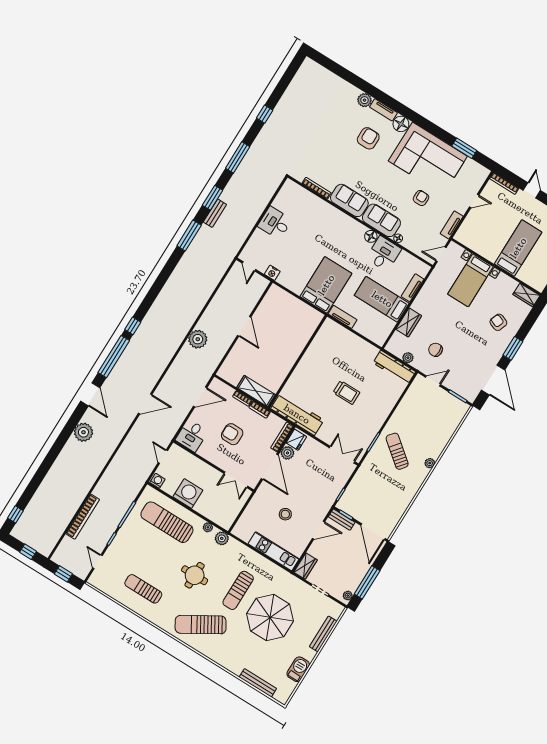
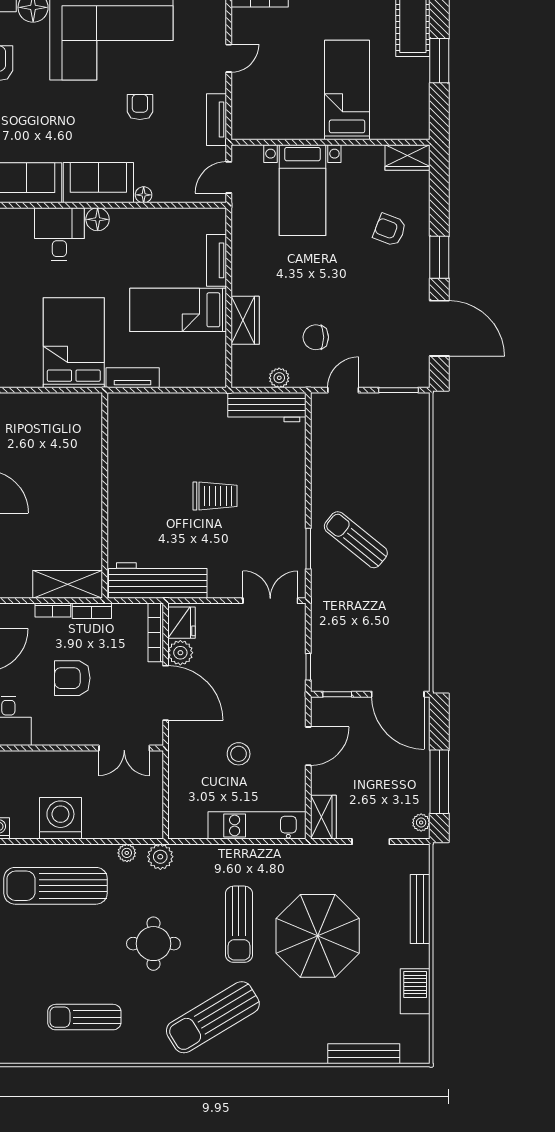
desk: (384, 254) -> (59, 234), moved
plant: (430, 463) -> (420, 526), removed
bench: (342, 520) -> (335, 706), removed

